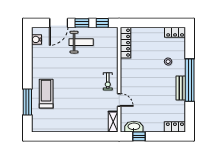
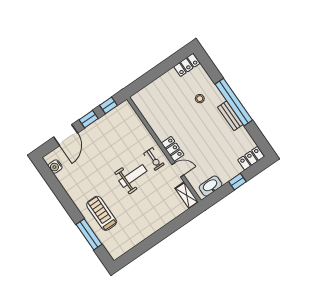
weight bench: (81, 42) -> (133, 176), moved
locker: (125, 43) -> (173, 149), moved, width x0.66
window: (139, 136) -> (237, 182), moved

